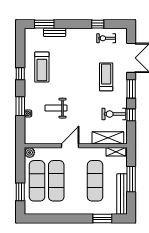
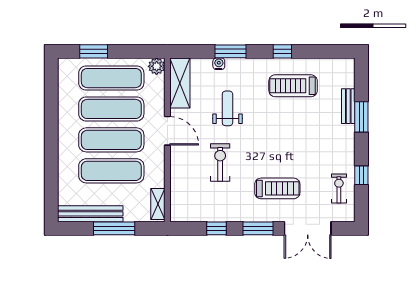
window: (44, 24) -> (361, 117), moved
exercise bike: (114, 114) -> (220, 163), moved
shelving: (108, 138) -> (180, 83), moved
exercise mat: (76, 181) -> (111, 140), added
window: (102, 218) -> (51, 182), removed

